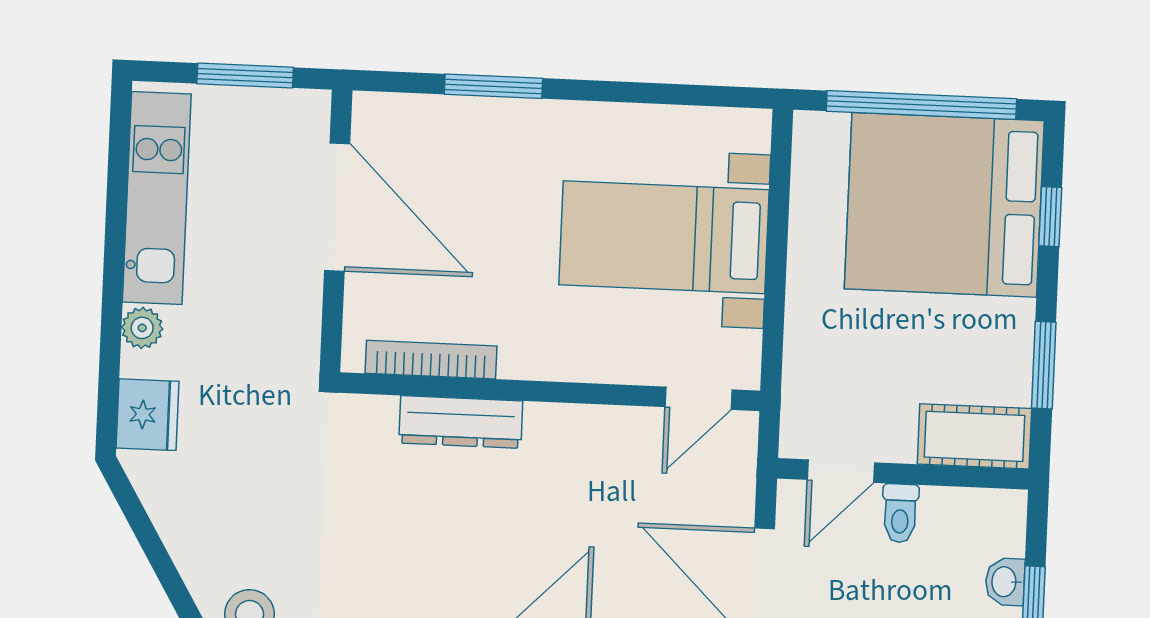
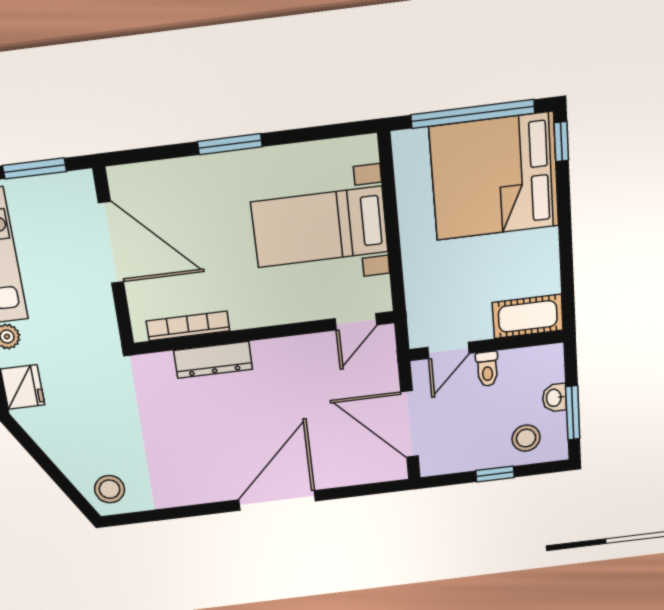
window: (493, 86) -> (230, 144), moved
window: (1050, 217) -> (561, 142), moved
window: (1044, 365) -> (567, 266), removed

